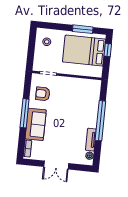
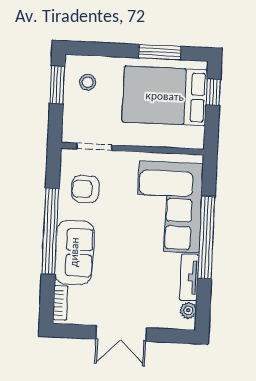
window: (32, 42) -> (57, 85), added
corner sofa: (83, 105) -> (169, 207), added
window: (25, 113) -> (50, 231), width x1.46

